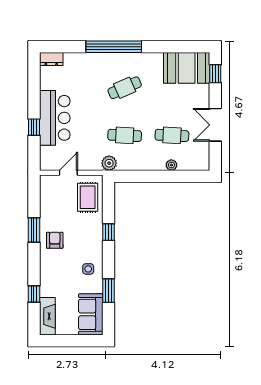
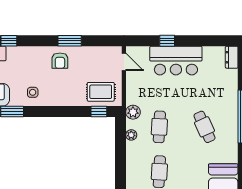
plant: (171, 165) -> (131, 135), moved
door: (68, 173) -> (124, 62), moved
window: (108, 232) -> (99, 112), moved
armchair: (55, 240) -> (60, 61), turned 90

